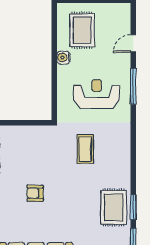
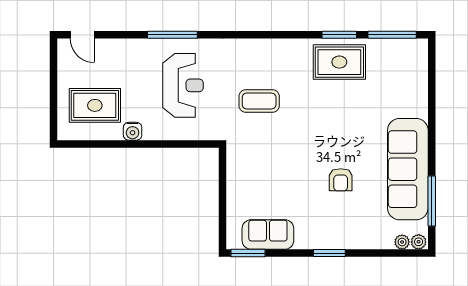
door: (133, 43) -> (82, 35), moved
reception desk: (97, 94) -> (183, 85), turned 180
armchair: (35, 193) -> (341, 180), moved

